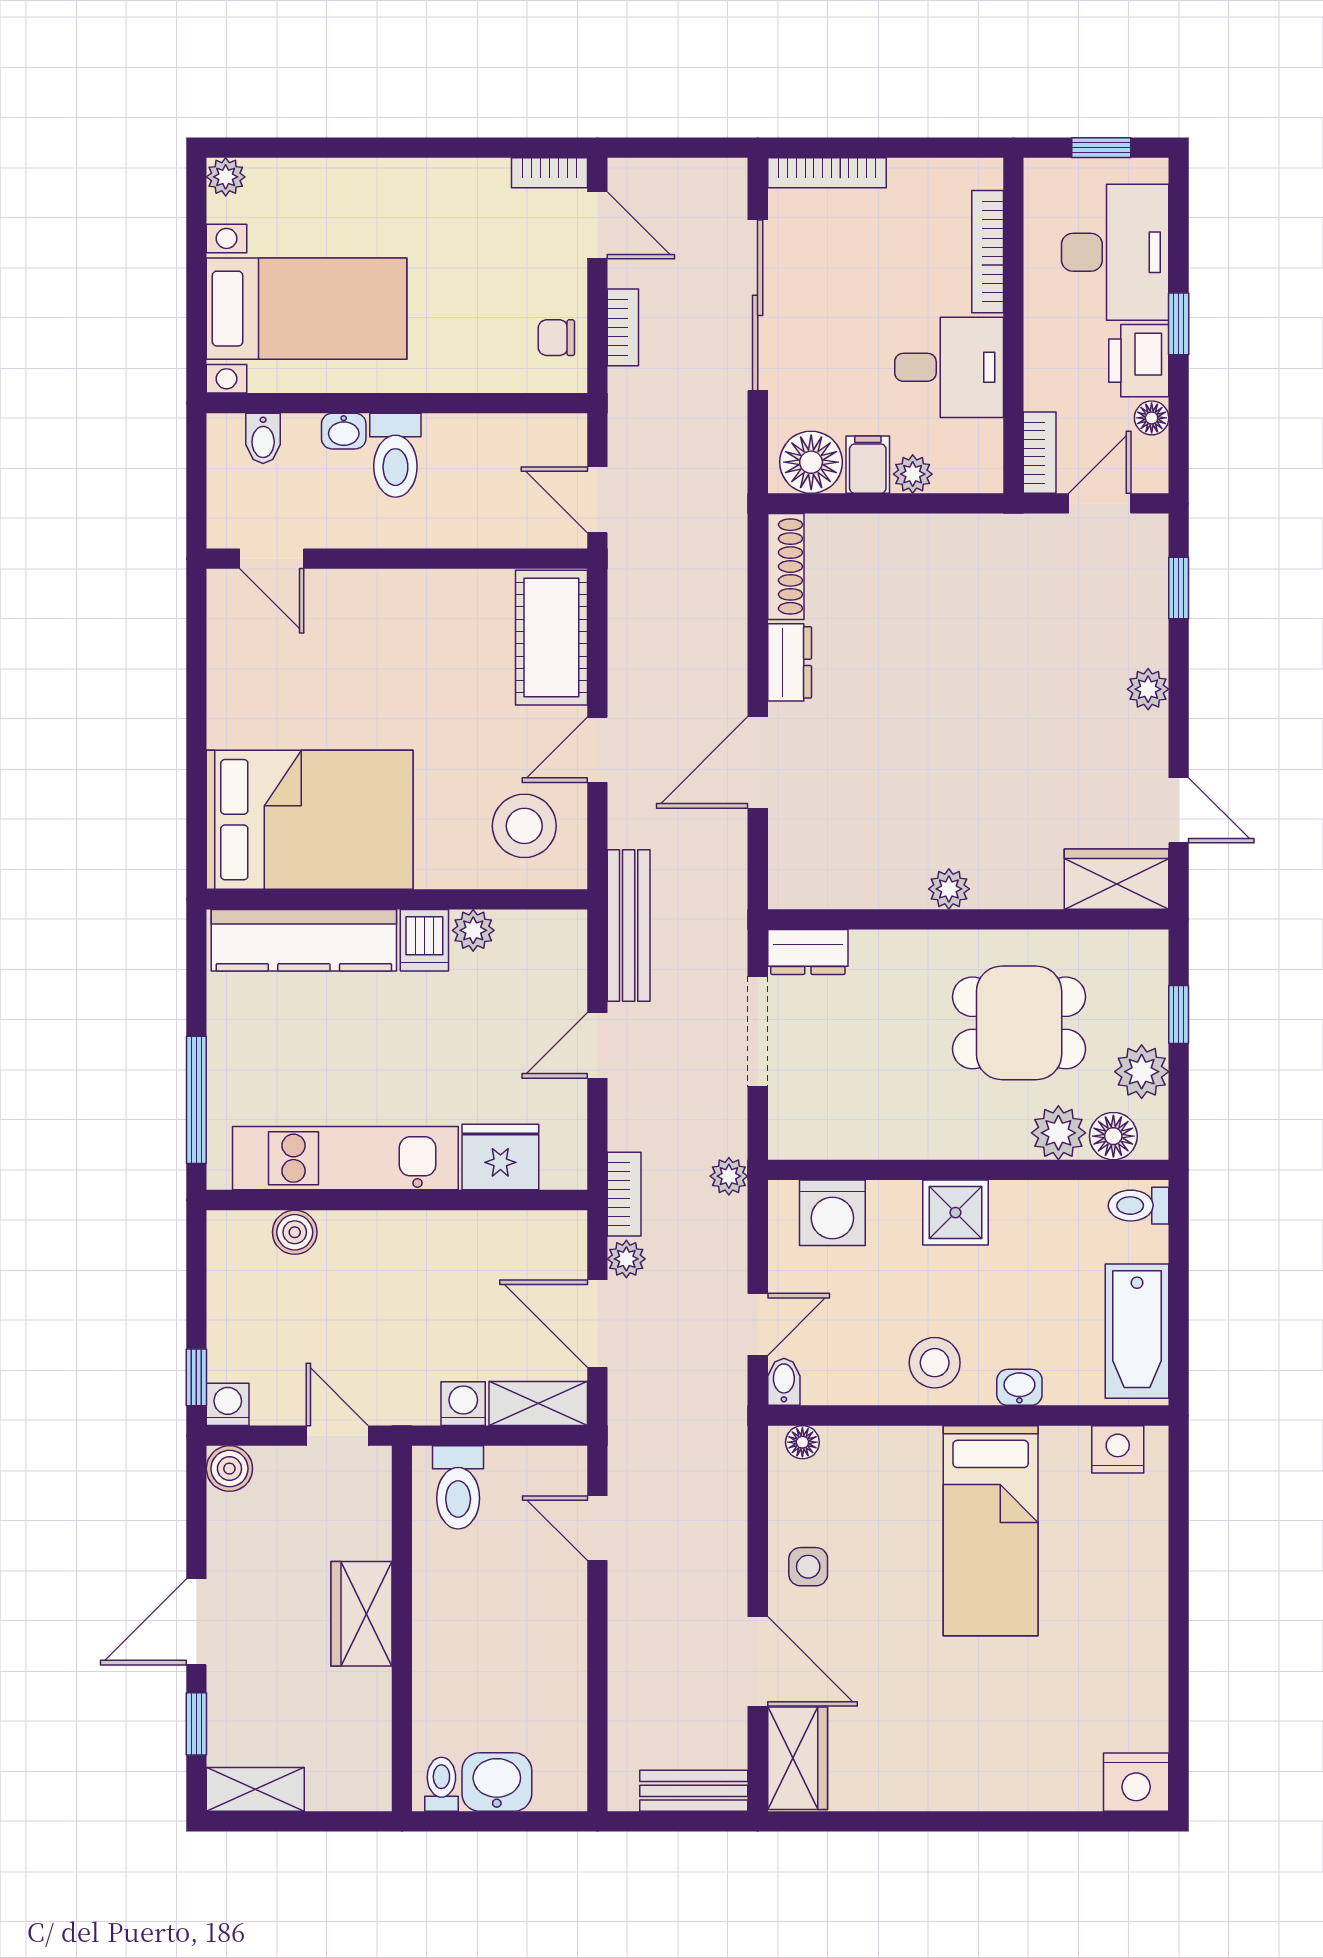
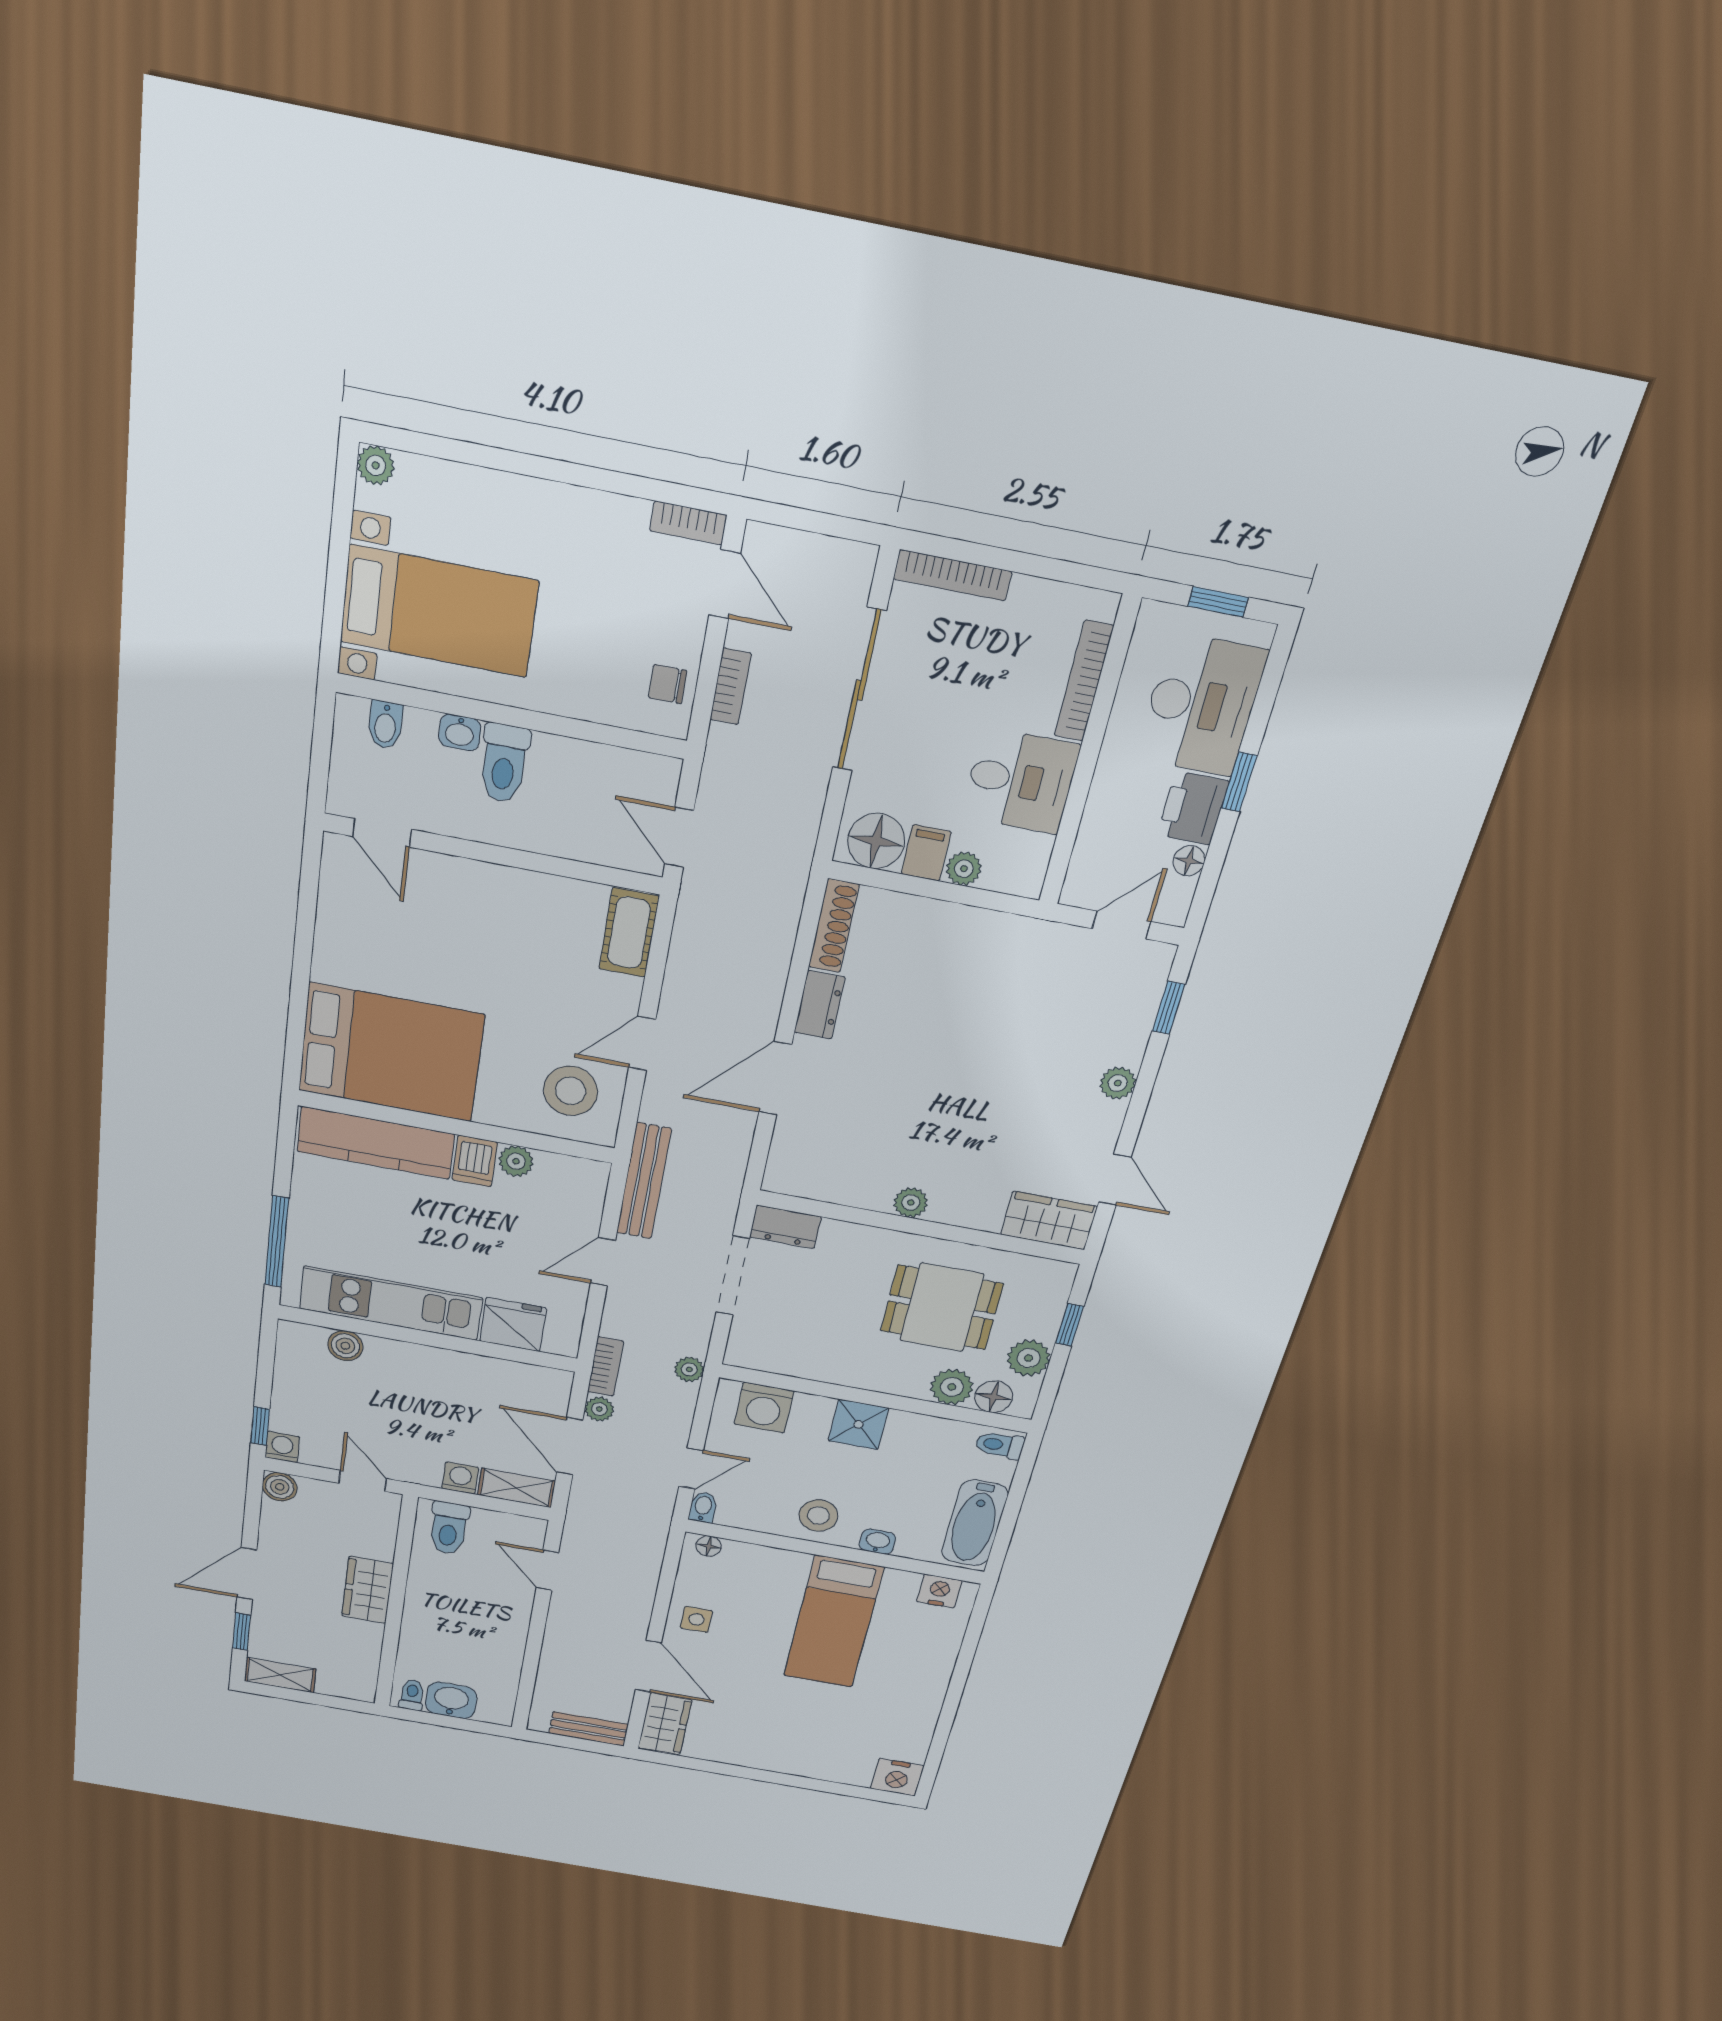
bookcase: (1040, 453) -> (1081, 872), removed
cot: (551, 638) -> (629, 933), width x0.73, depth x0.75

